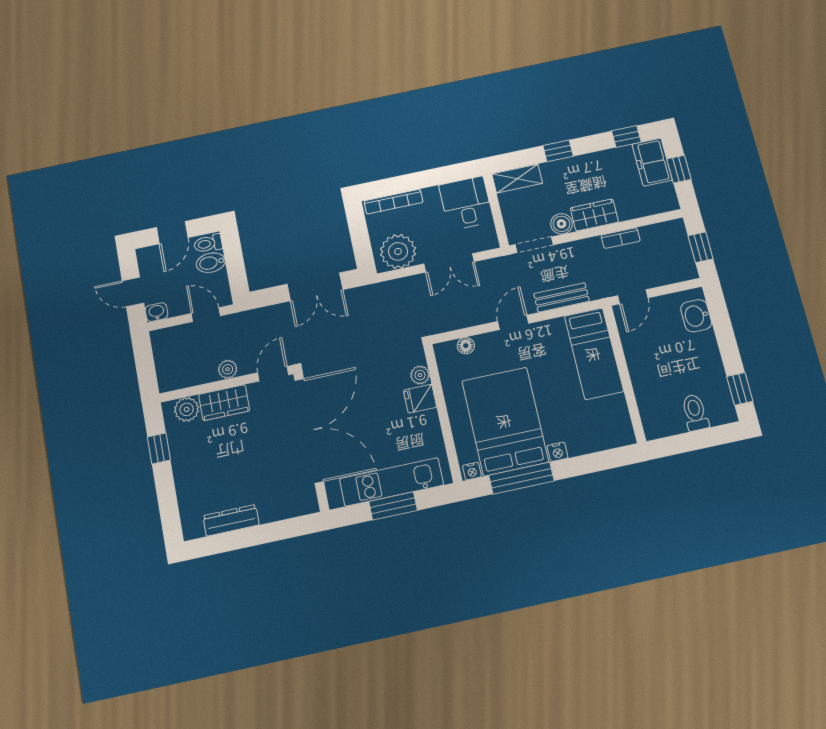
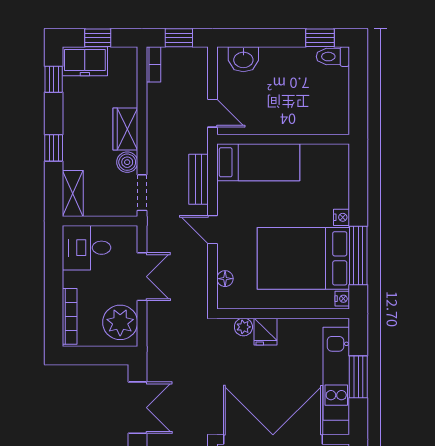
bookcase: (621, 238) -> (153, 64), moved
toilet: (695, 413) -> (333, 57), moved

